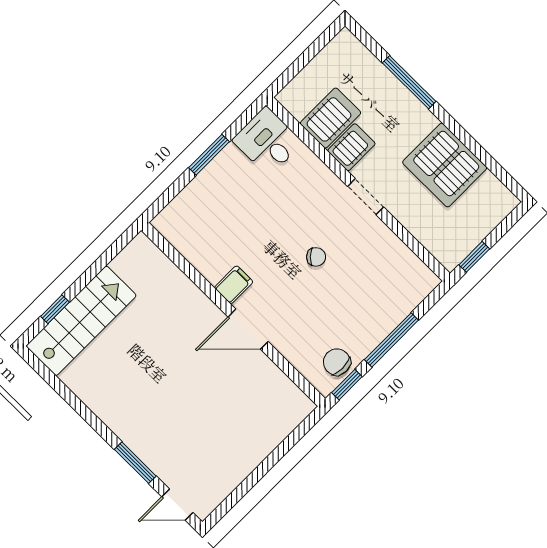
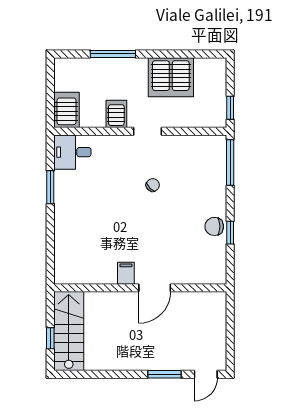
server rack: (330, 118) -> (67, 110), moved
filing cabinet: (234, 285) -> (126, 273), moved
wall: (233, 314) -> (140, 288), moved
door: (248, 329) -> (155, 288), moved
window: (391, 340) -> (230, 162), moved

